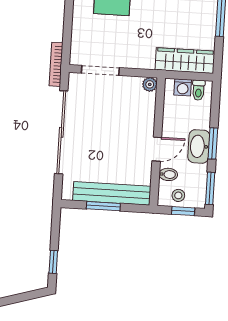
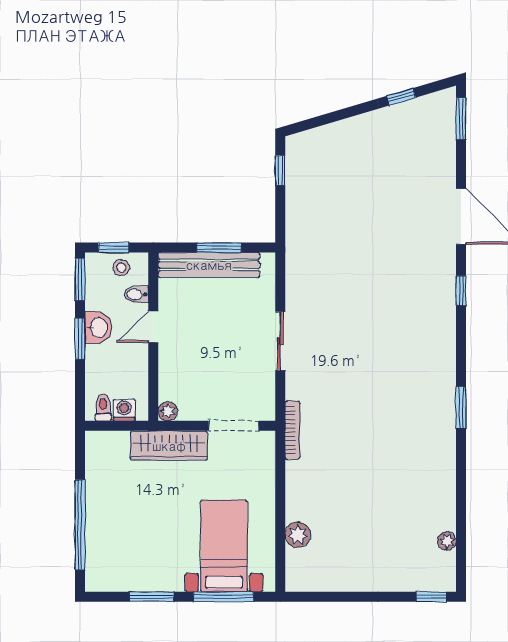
wardrobe: (185, 61) -> (169, 446), moved
sliding door: (61, 132) -> (280, 341), width x0.54
washbasin: (199, 146) -> (98, 328), width x0.72

